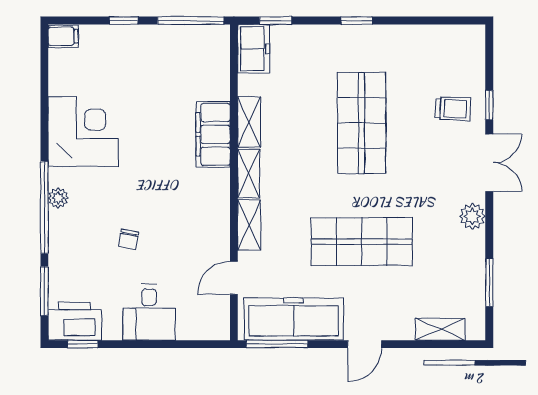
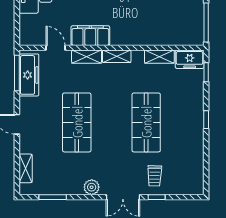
shelving: (249, 122) -> (159, 57), moved
shop shelf: (362, 123) -> (146, 122), turned 90
filing cabinet: (213, 134) -> (90, 36), moved
freezer: (294, 319) -> (29, 75), width x0.73, depth x0.79

